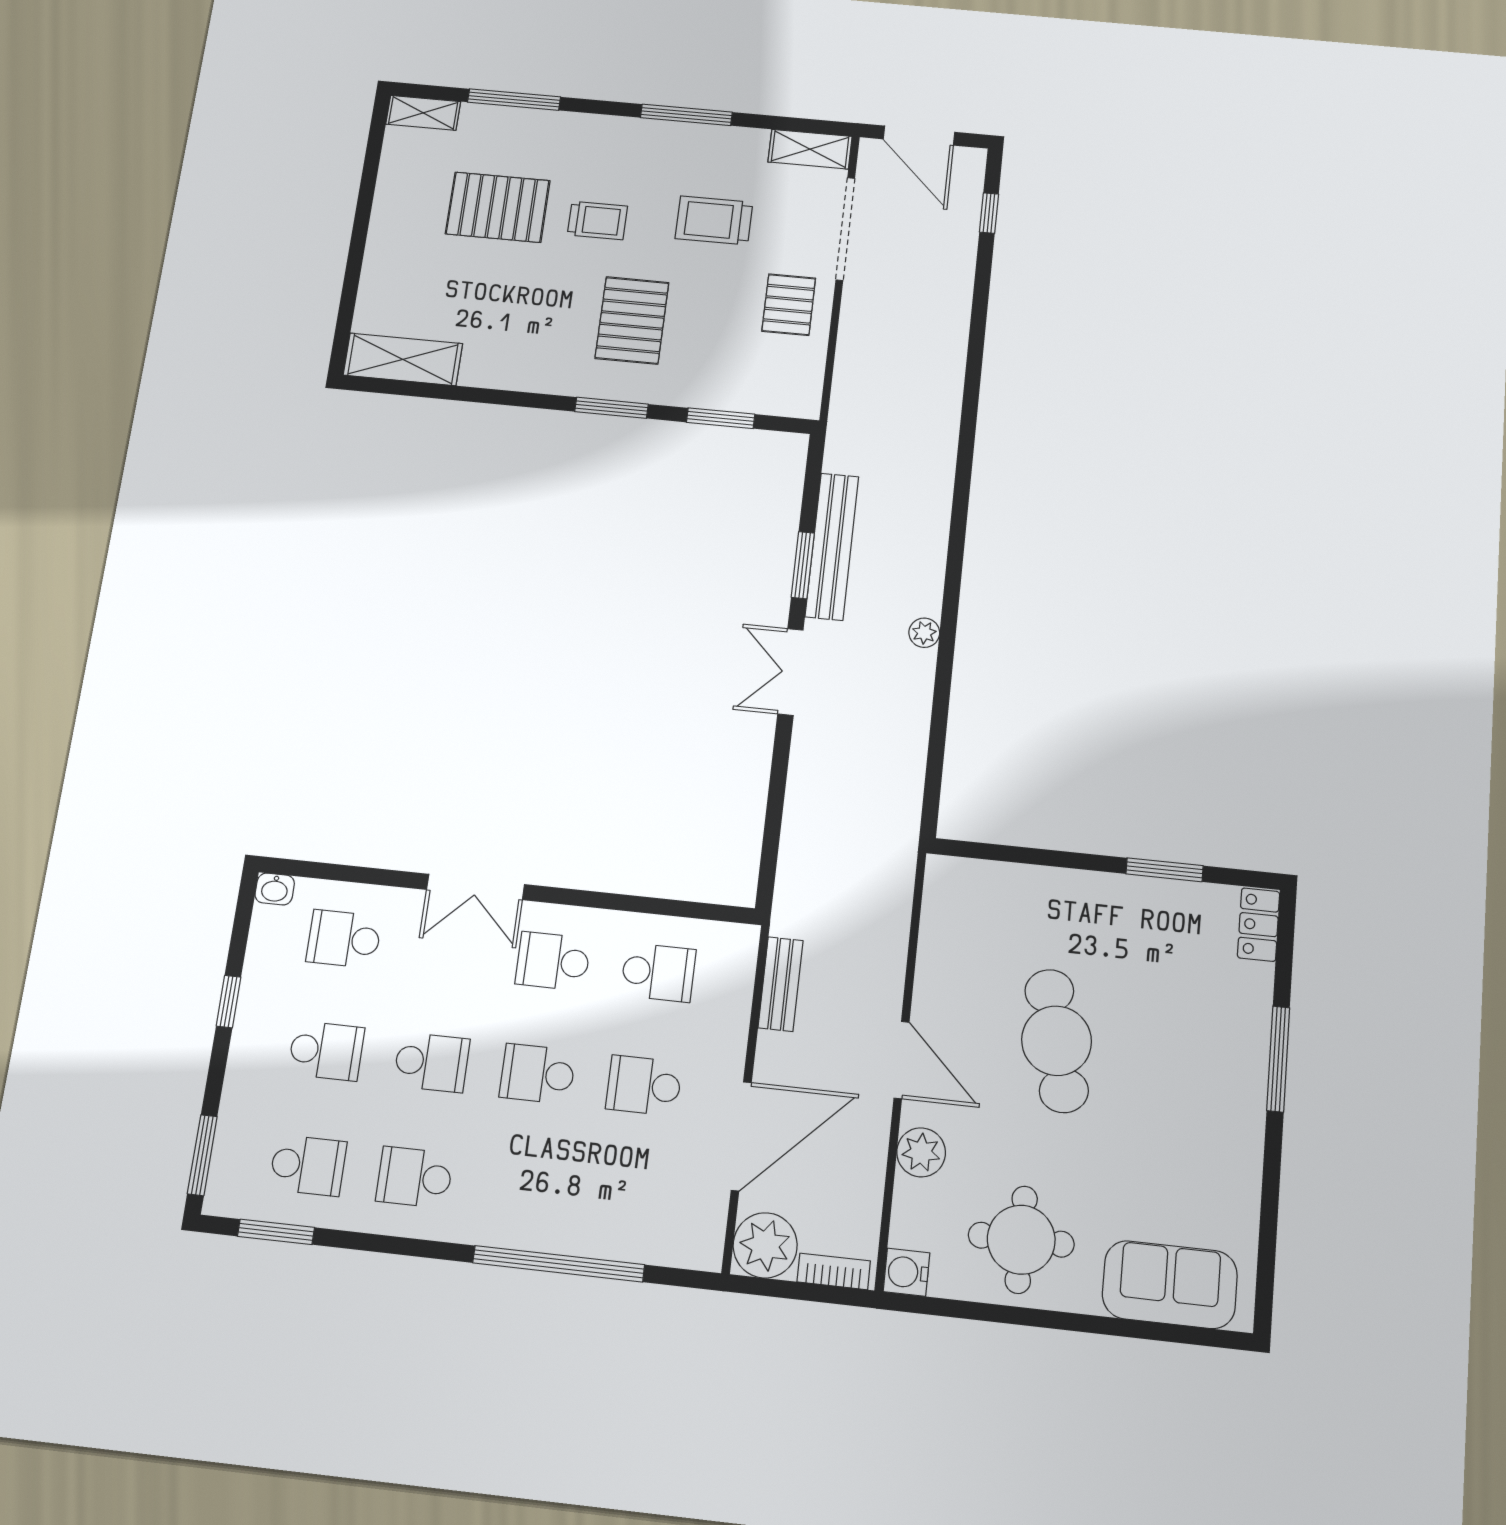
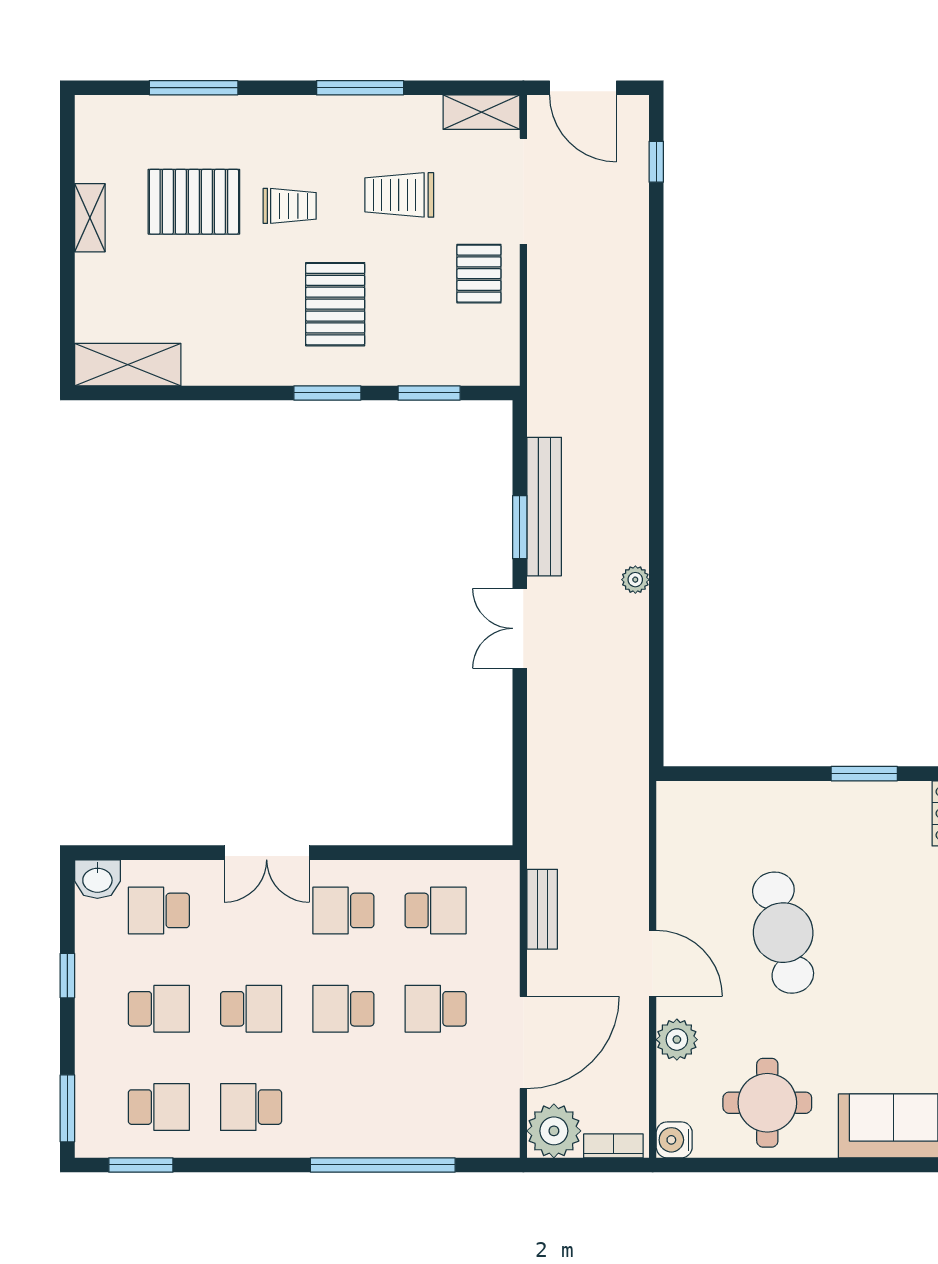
shelving: (423, 113) -> (90, 218), moved, turned 90
washbasin: (275, 889) -> (97, 879), width x1.38, depth x1.45

